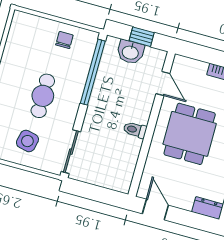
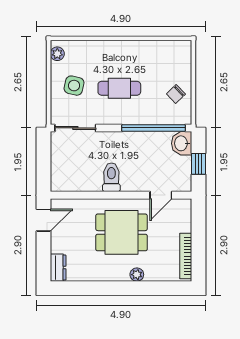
chair: (64, 40) -> (176, 94), turned 136
washbasin: (130, 52) -> (182, 143), moved
toilet: (135, 130) -> (111, 177), width x1.37, depth x1.39

